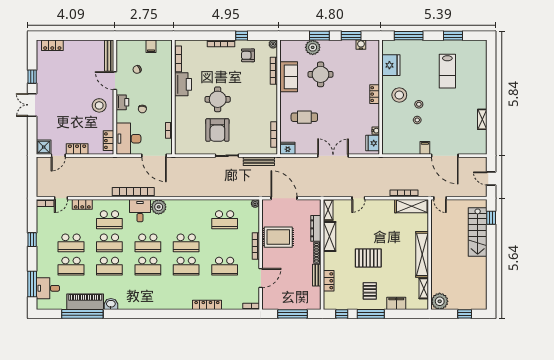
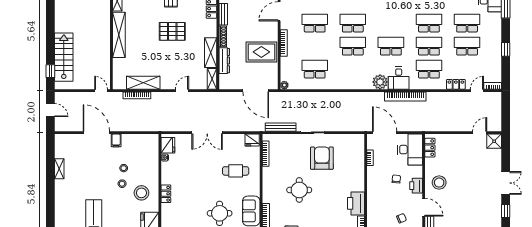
round table: (218, 99) -> (299, 190), moved
locker: (77, 149) -> (461, 139), removed
shelving: (412, 206) -> (143, 83), moved
school desk: (148, 266) -> (391, 23), removed

